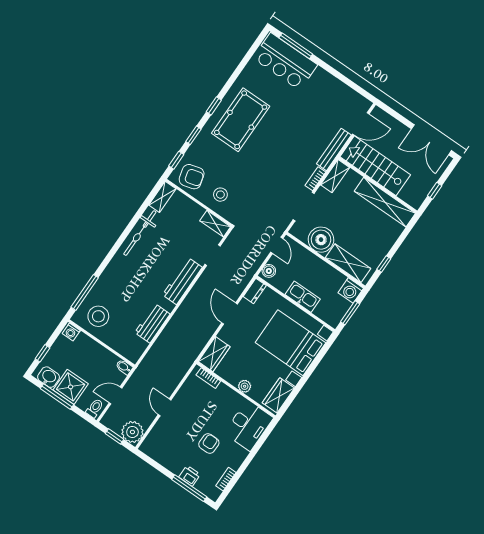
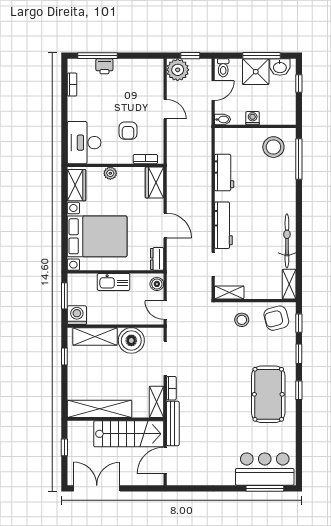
washing machine: (71, 332) -> (253, 118), moved
armchair: (209, 443) -> (128, 131), moved

